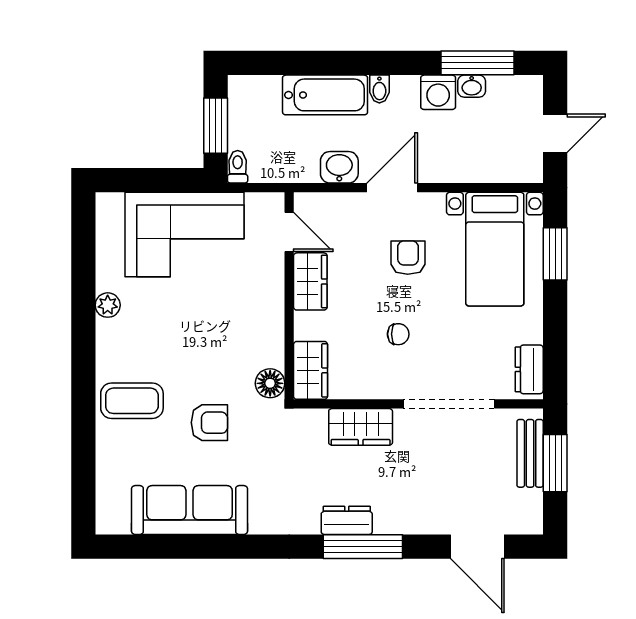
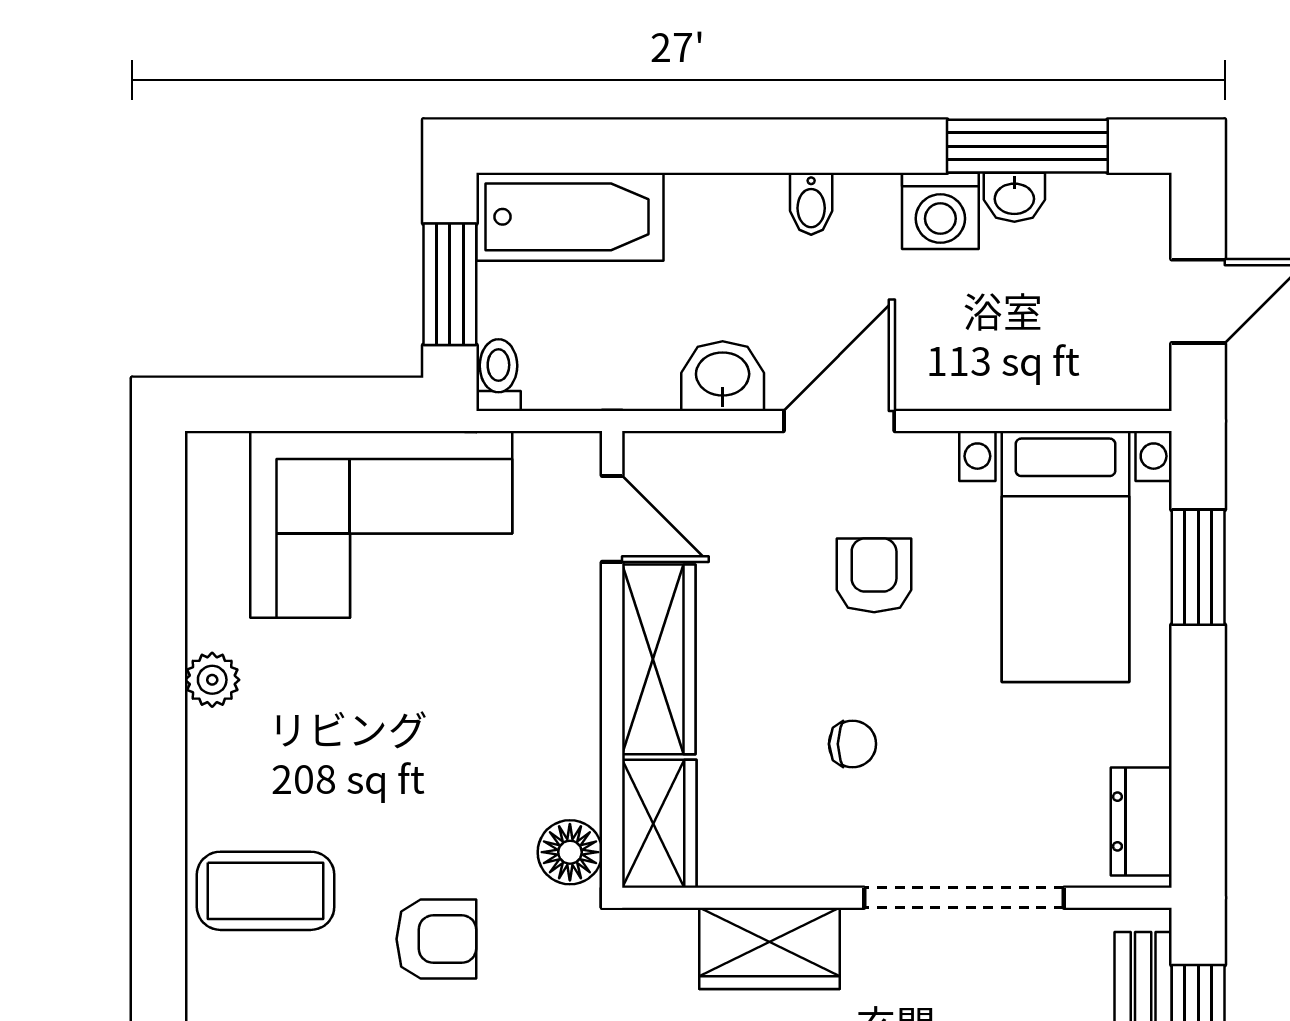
bathtub: (325, 95) -> (570, 217), moved
wardrobe: (310, 281) -> (659, 659), width x1.50

